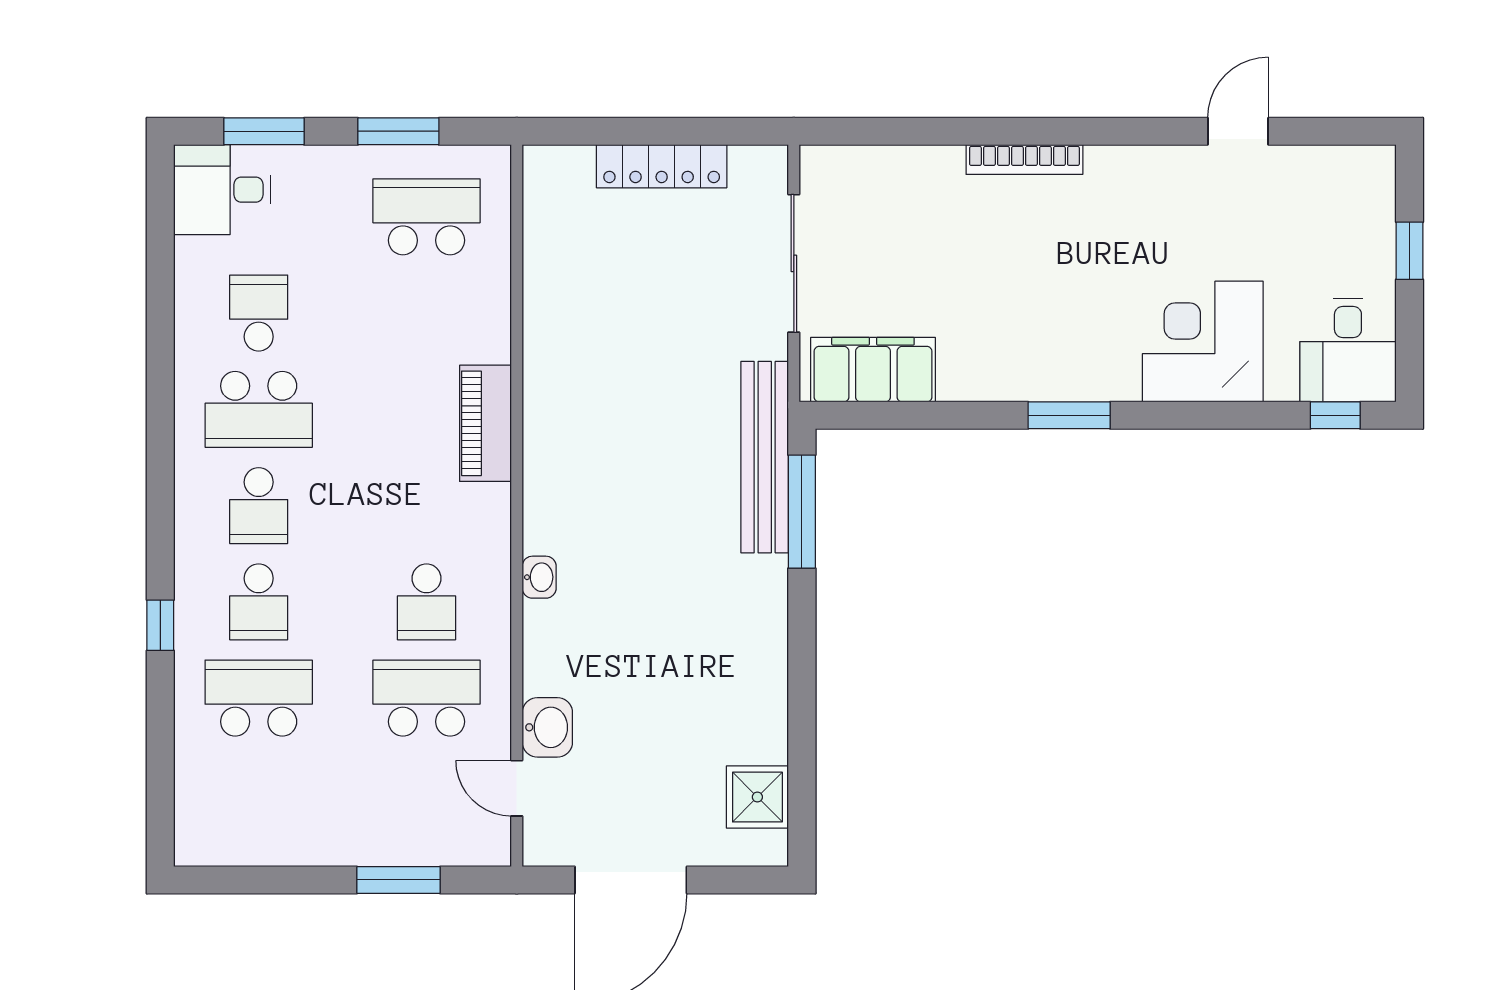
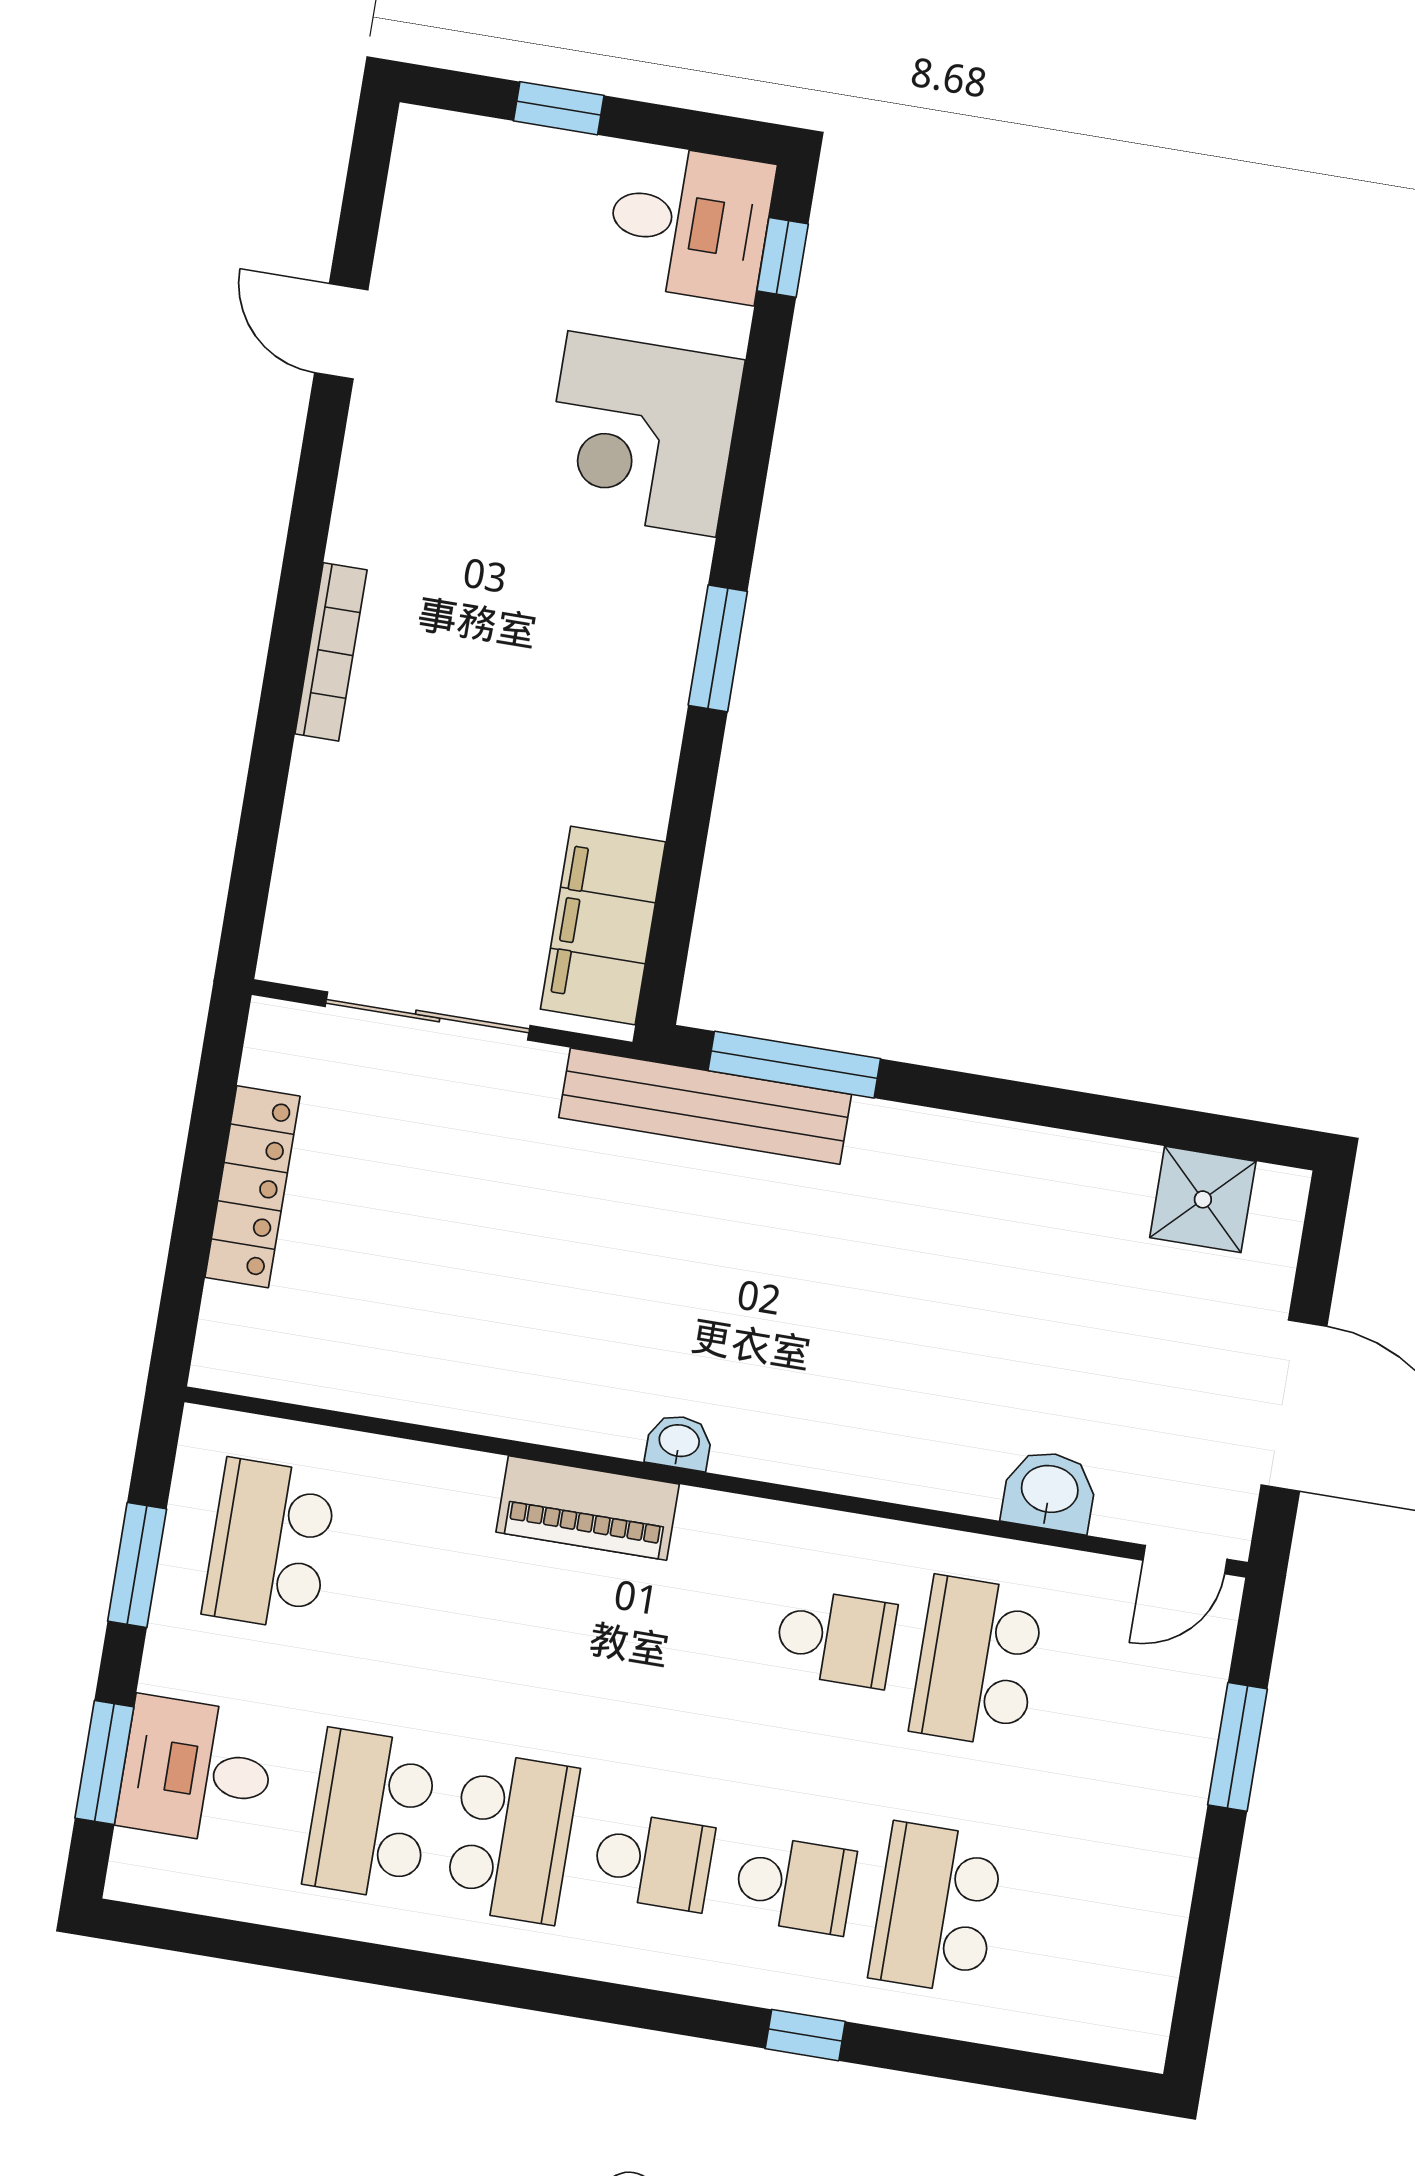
desk: (222, 190) -> (197, 1771), moved, turned 90
school desk: (259, 313) -> (370, 1815), width x1.85
washbasin: (539, 577) -> (679, 1442), moved
door: (517, 788) -> (1185, 1560), moved

